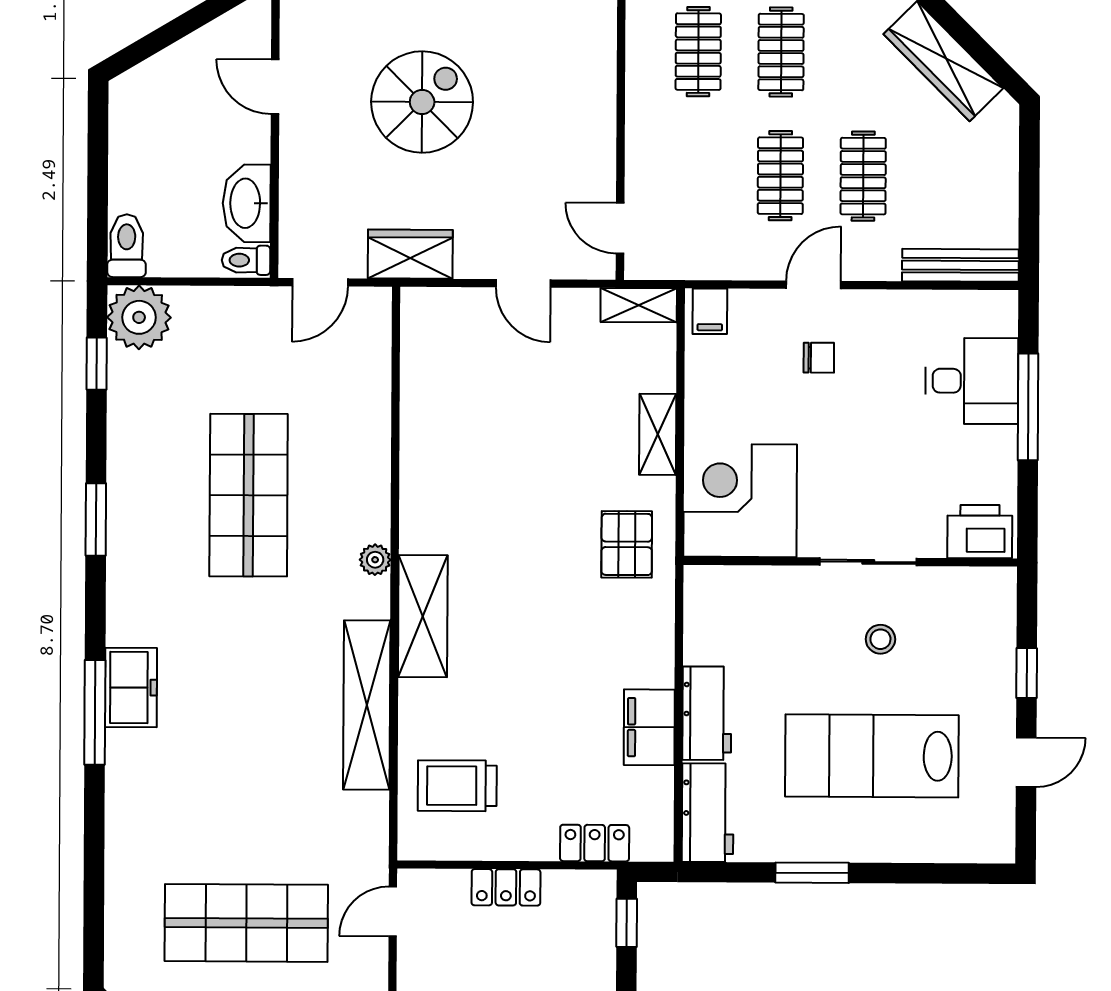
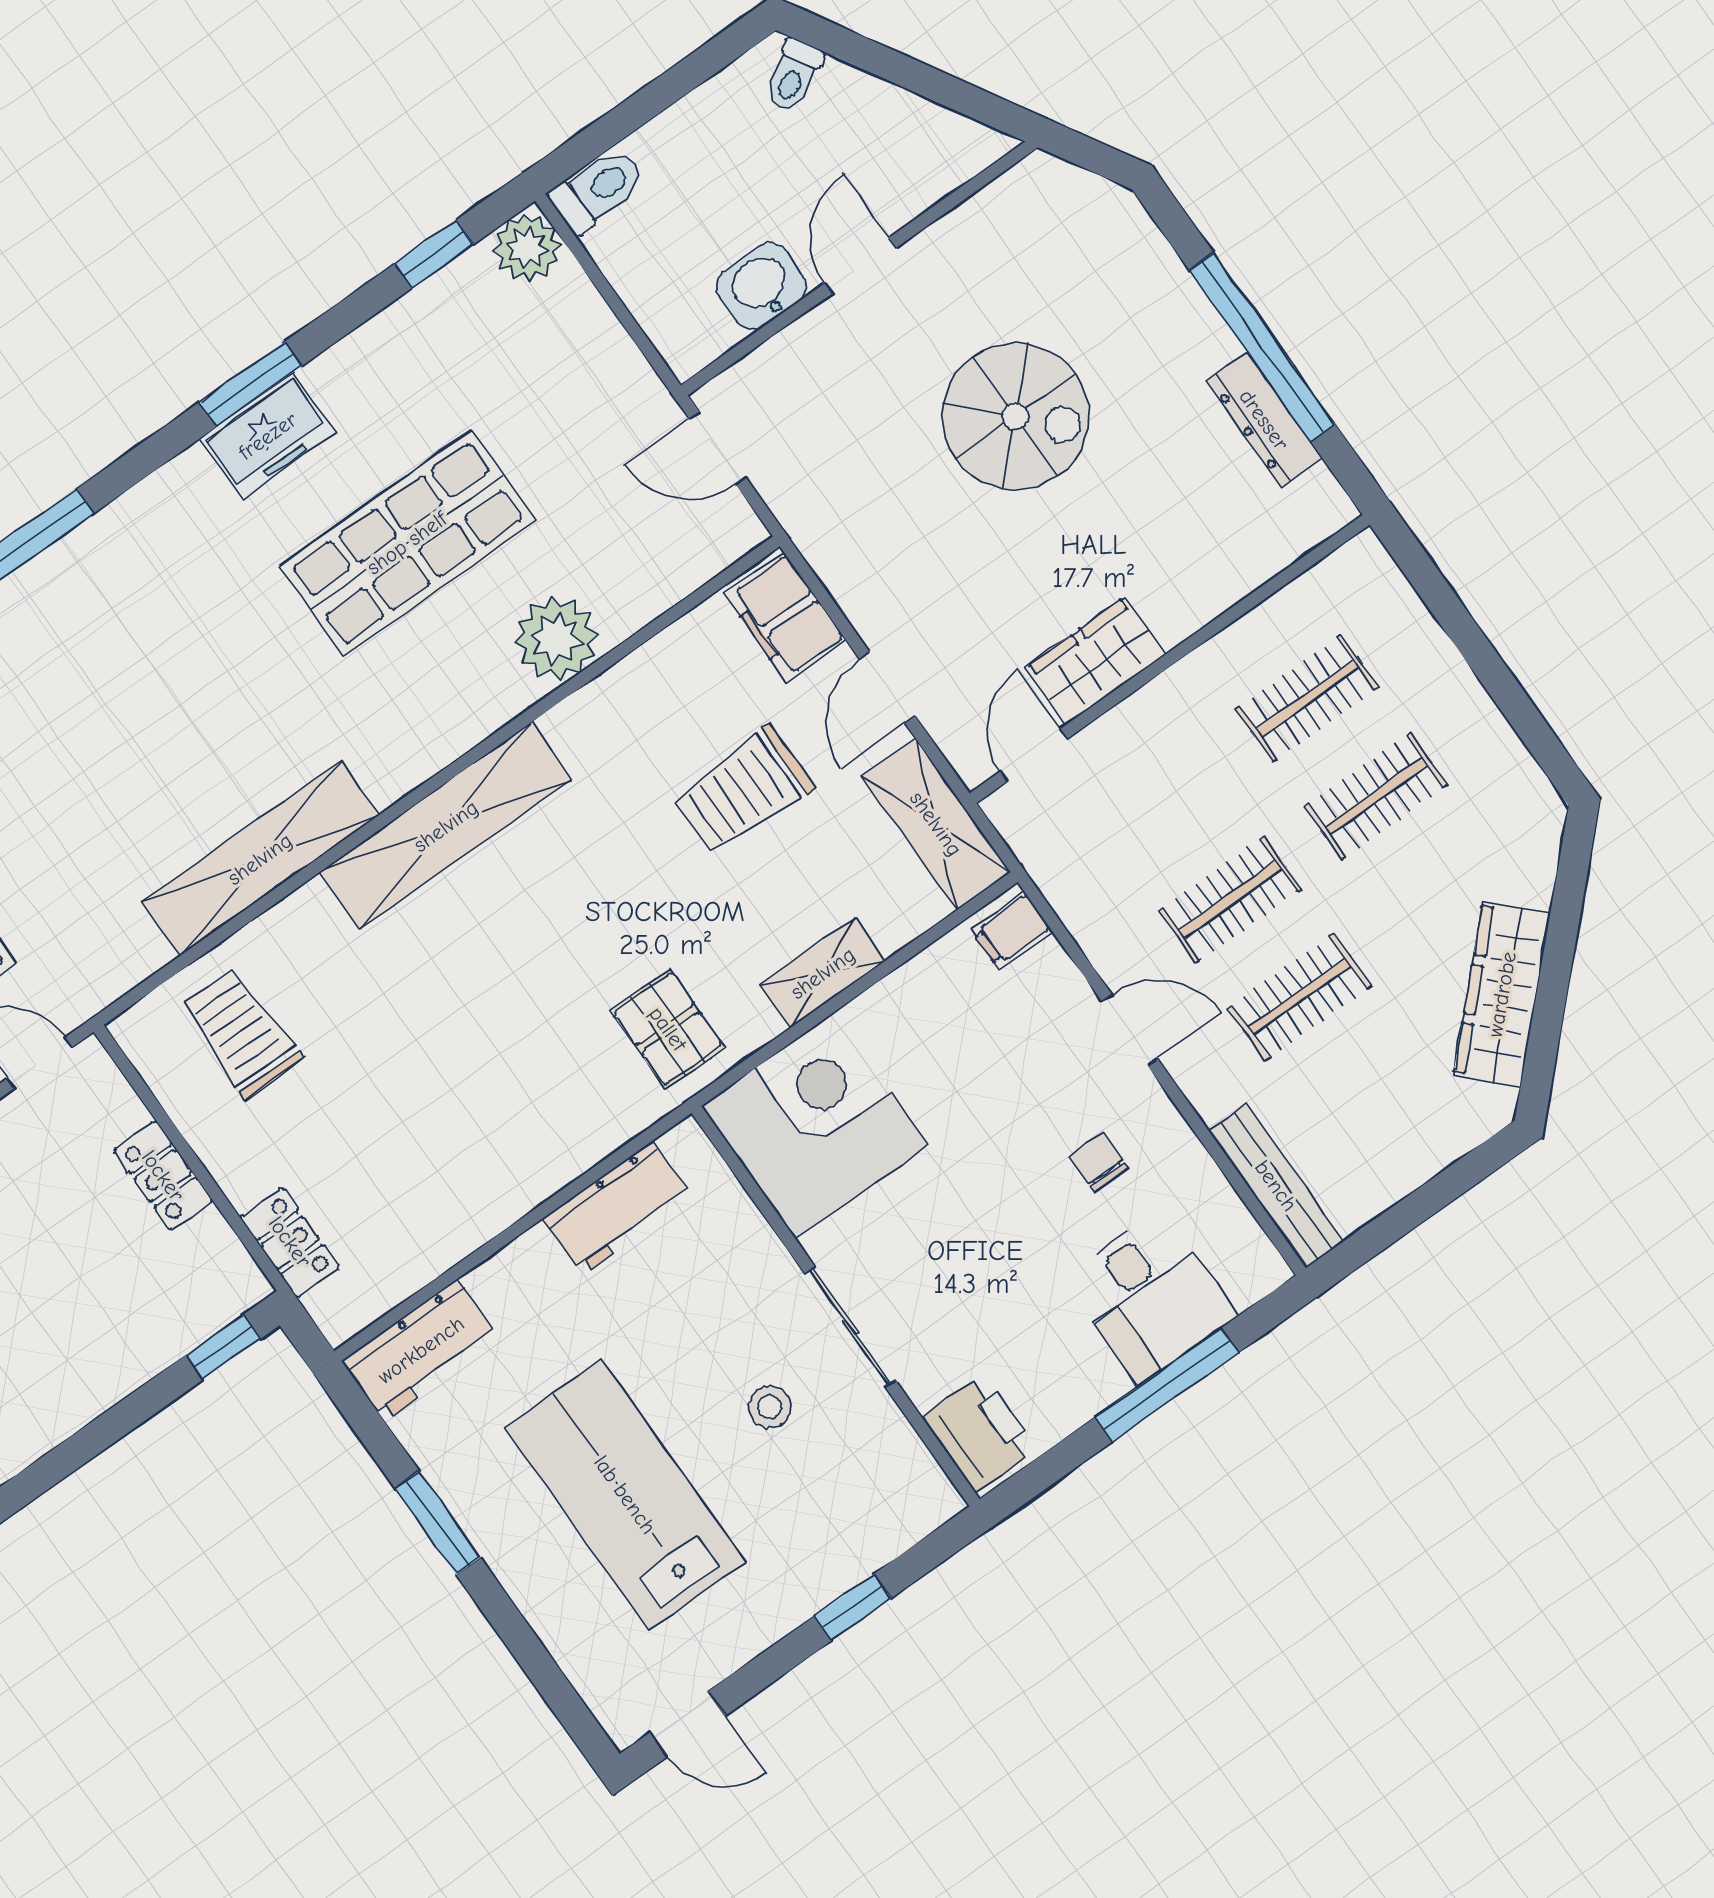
door: (275, 87) -> (860, 266), moved
washbasin: (247, 203) -> (762, 286), width x0.72
wardrobe: (410, 254) -> (1096, 661), moved, turned -90
toilet: (246, 260) -> (793, 76), moved, turned -121
shelving: (639, 305) -> (936, 824), width x1.50, depth x1.33
plant: (139, 317) -> (527, 248), width x0.73, depth x0.73
chair: (819, 358) -> (1099, 1163), moved, turned 180
trolley: (523, 406) -> (743, 791), added
pallet: (627, 544) -> (668, 1029), turned 90
plant: (375, 560) -> (556, 639), moved, width x1.87, depth x1.87
shelving: (423, 616) -> (446, 826), width x1.47
freezer: (131, 688) -> (268, 436), moved
workbench: (707, 713) -> (617, 1208), moved
filing cabinet: (649, 727) -> (785, 617), moved, turned -90
door: (1026, 762) -> (688, 1724), moved

